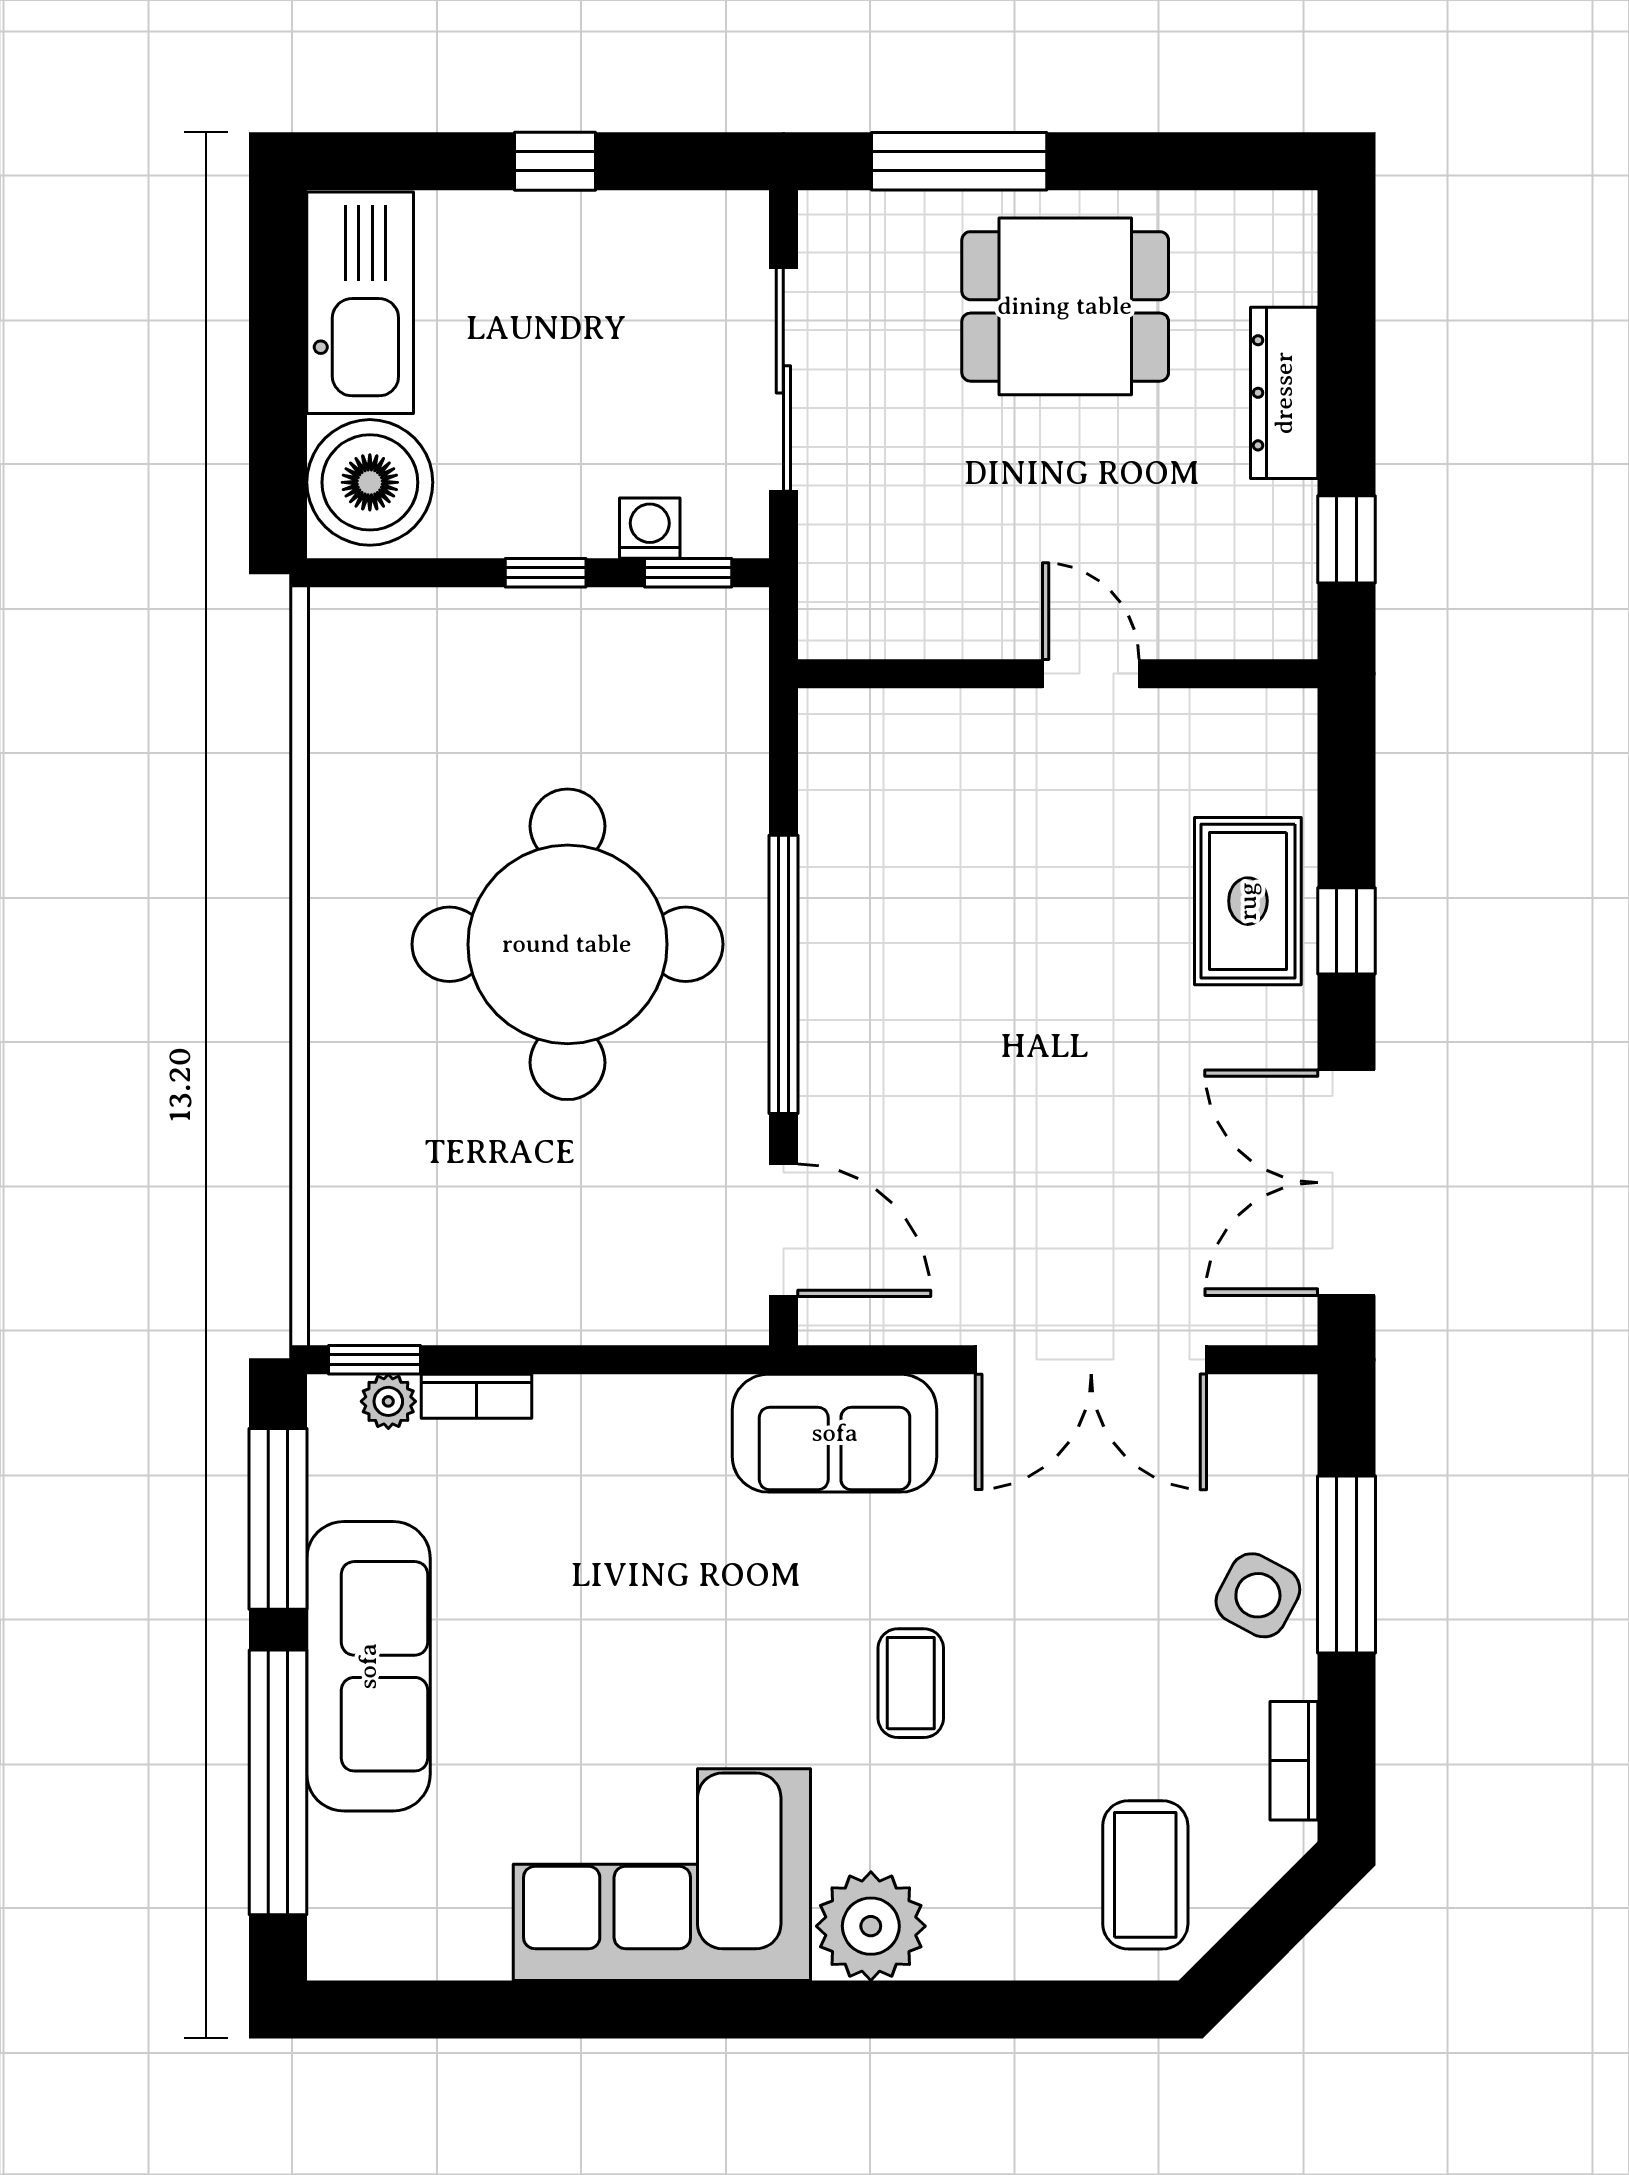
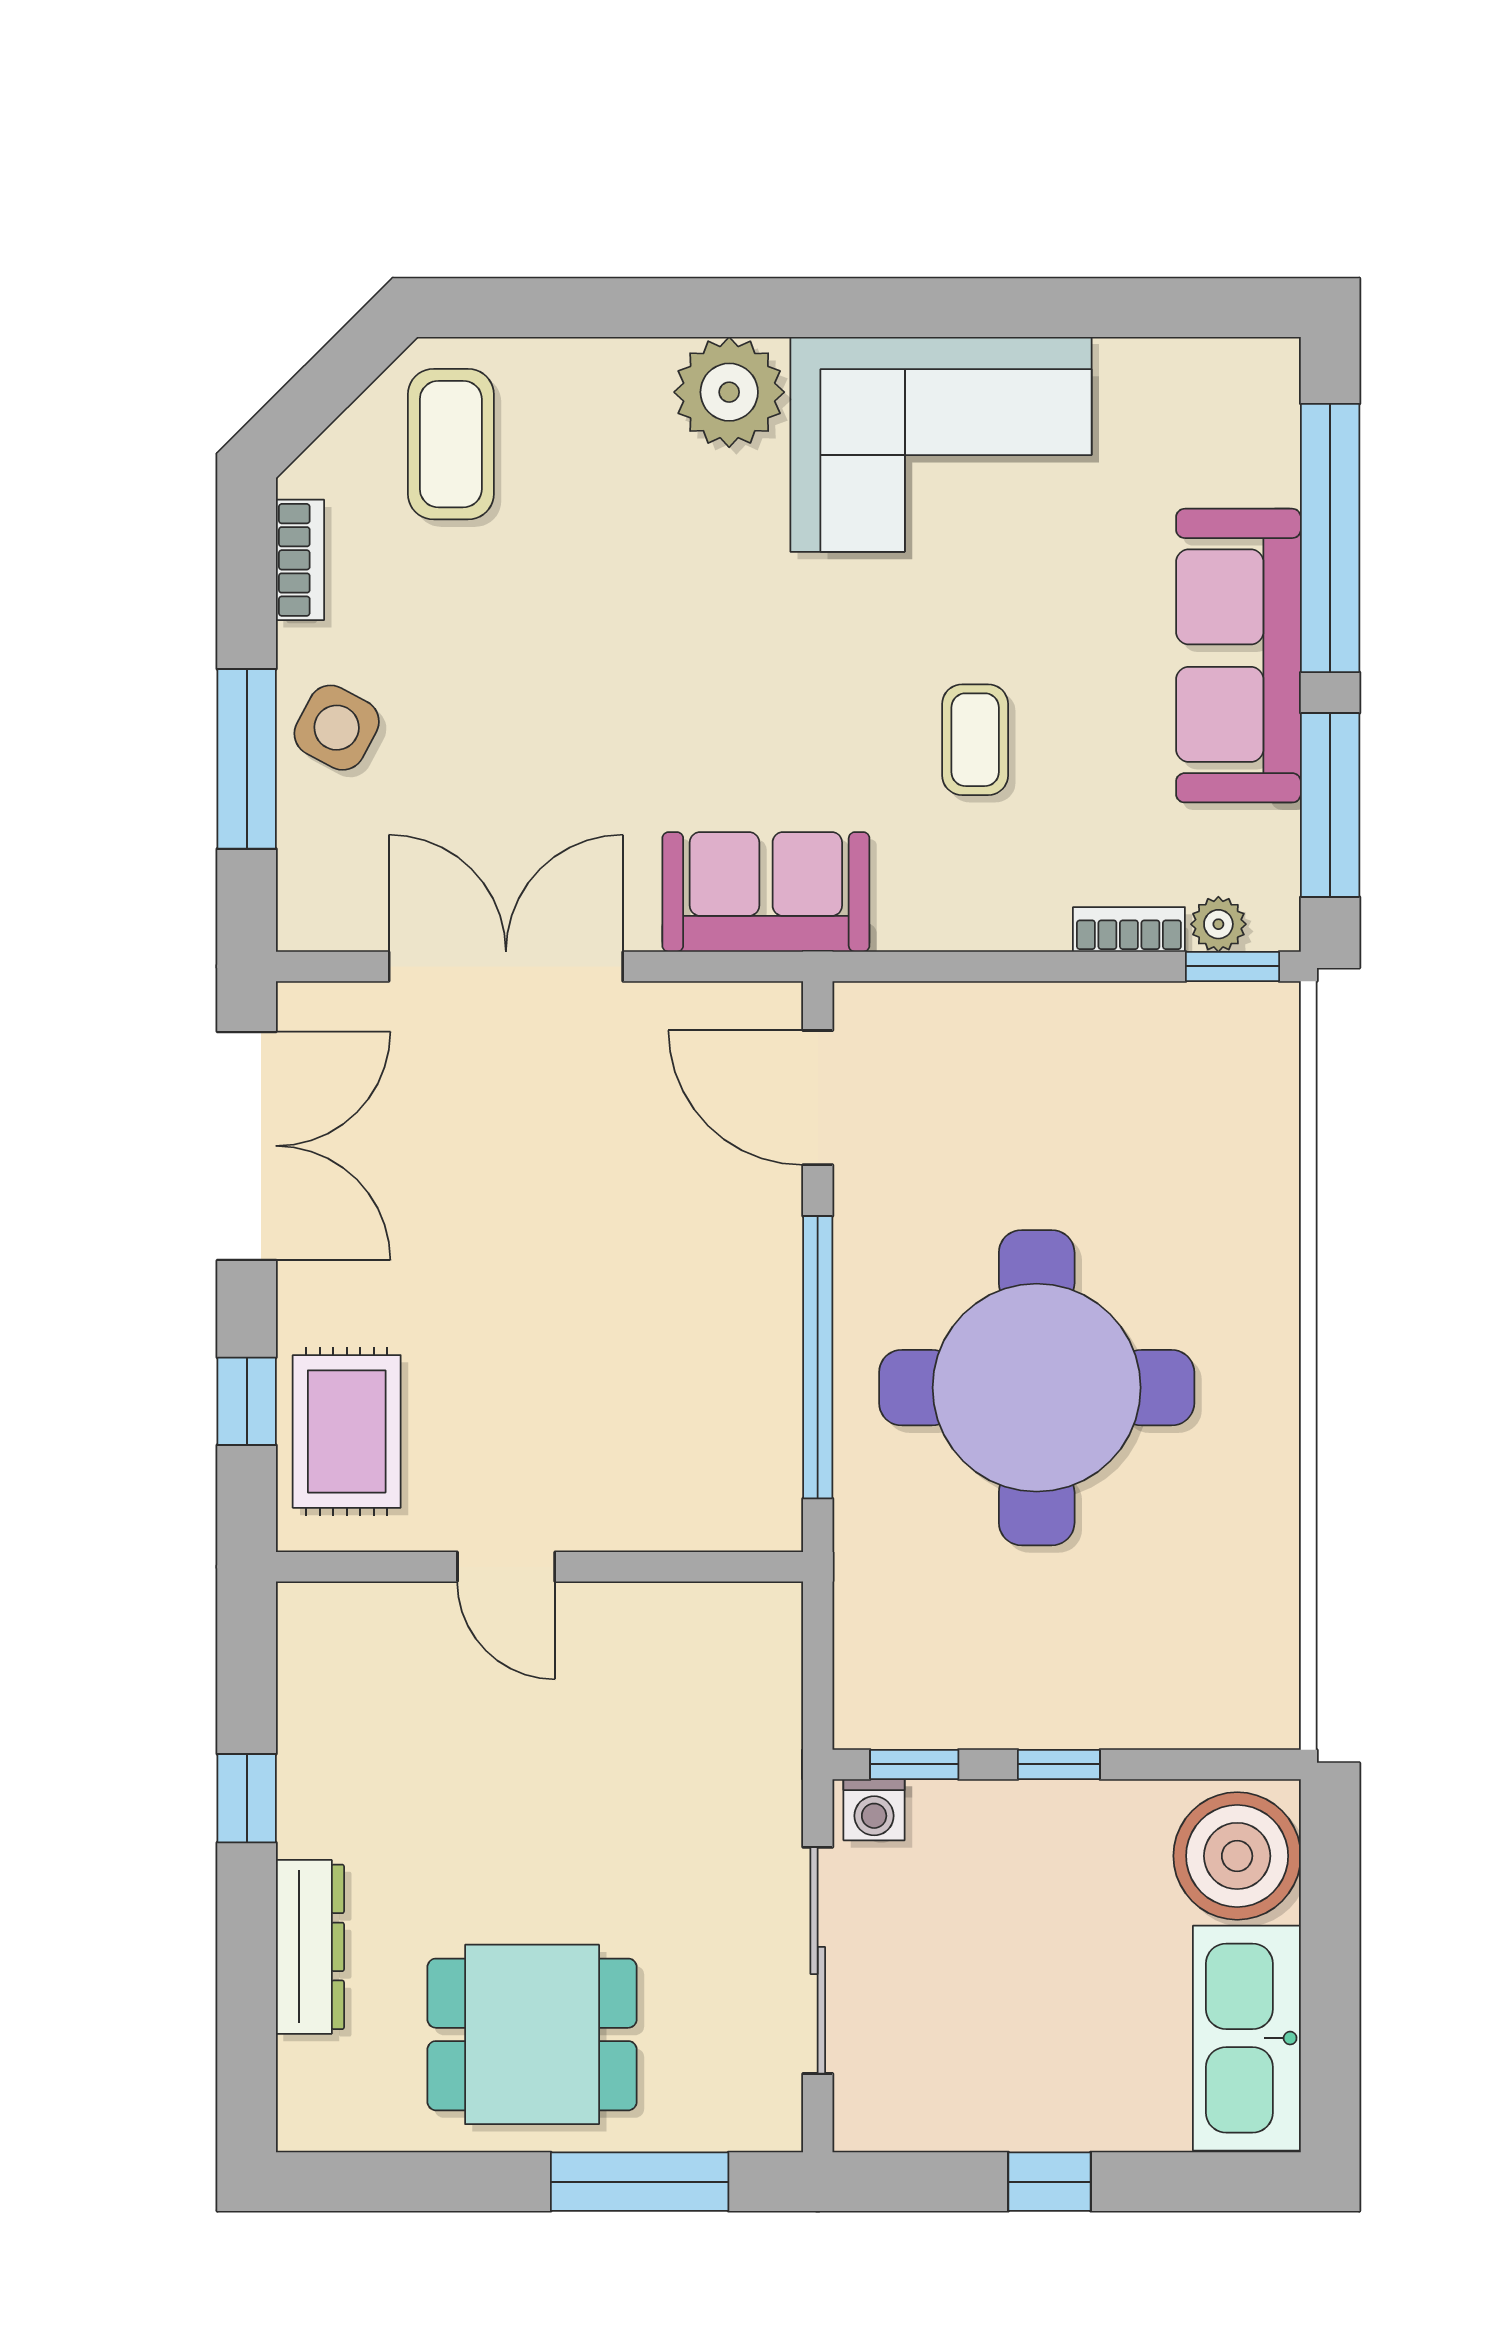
washing machine: (650, 528) -> (874, 1810), moved
wall: (1058, 674) -> (540, 1567), moved
door: (1091, 674) -> (506, 1567), moved
coffee table: (911, 1683) -> (975, 740), moved

